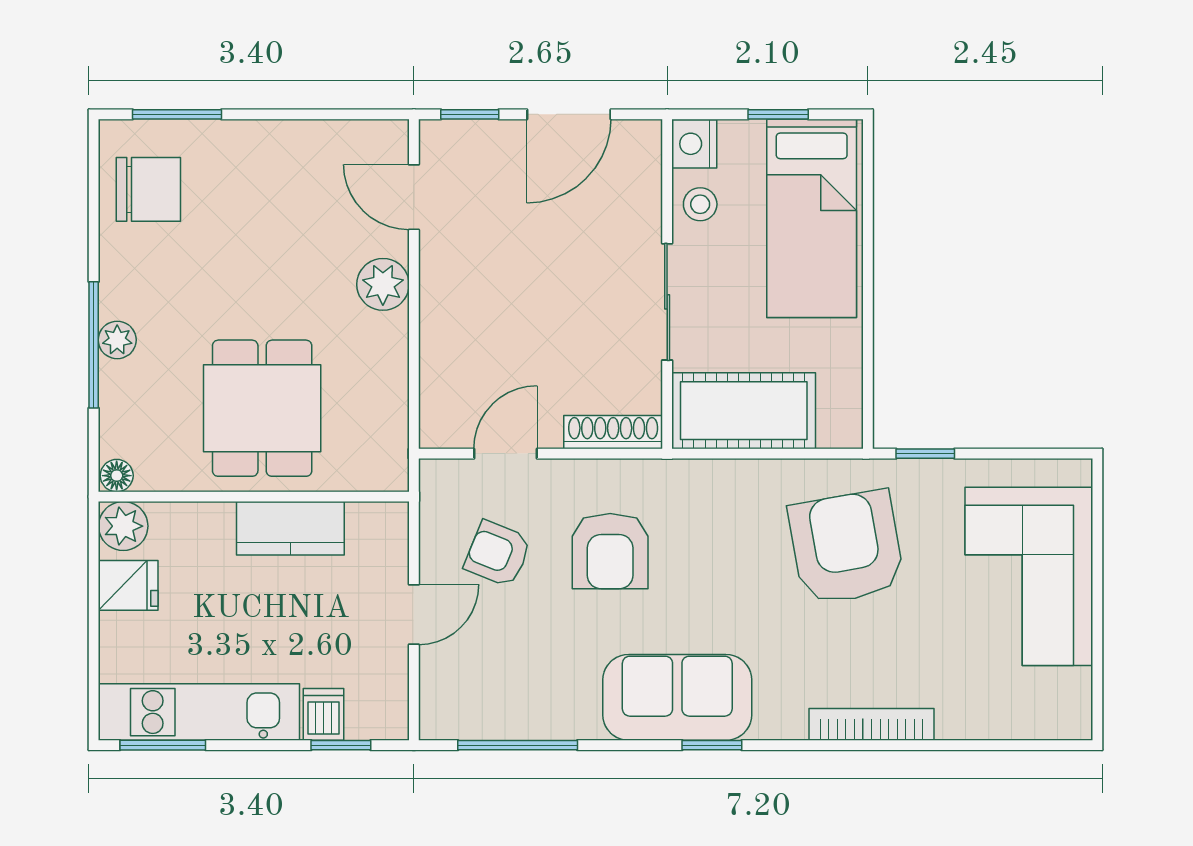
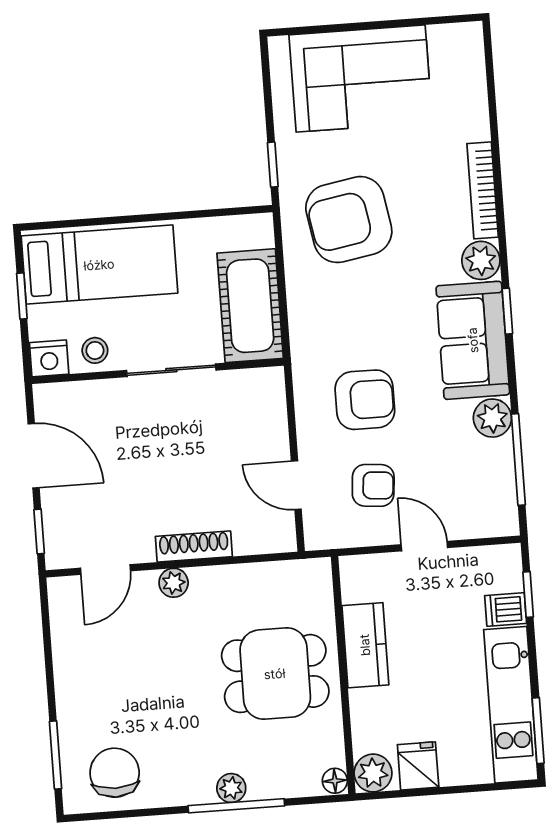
plant: (383, 284) -> (174, 583), width x0.73, depth x0.73
shoe rack: (613, 432) -> (194, 546), moved, turned 90
armchair: (498, 554) -> (373, 485), turned -107
plant: (780, 715) -> (481, 260), added
plant: (574, 716) -> (492, 418), added

